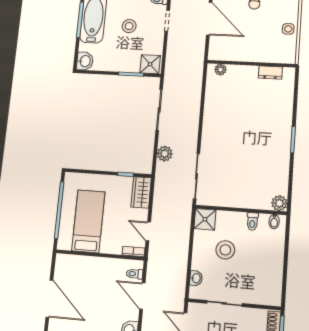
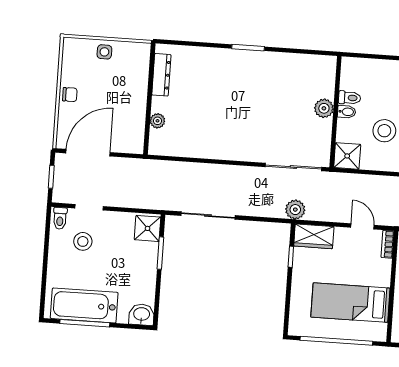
stool: (129, 26) -> (83, 241), moved
plant: (220, 70) -> (157, 121), moved
dresser: (270, 73) -> (161, 75), width x1.44
plant: (165, 154) -> (295, 210), moved
plant: (279, 203) -> (324, 108), moved
bidet: (274, 222) -> (347, 112), moved
door: (148, 231) -> (362, 226), swing flipped

